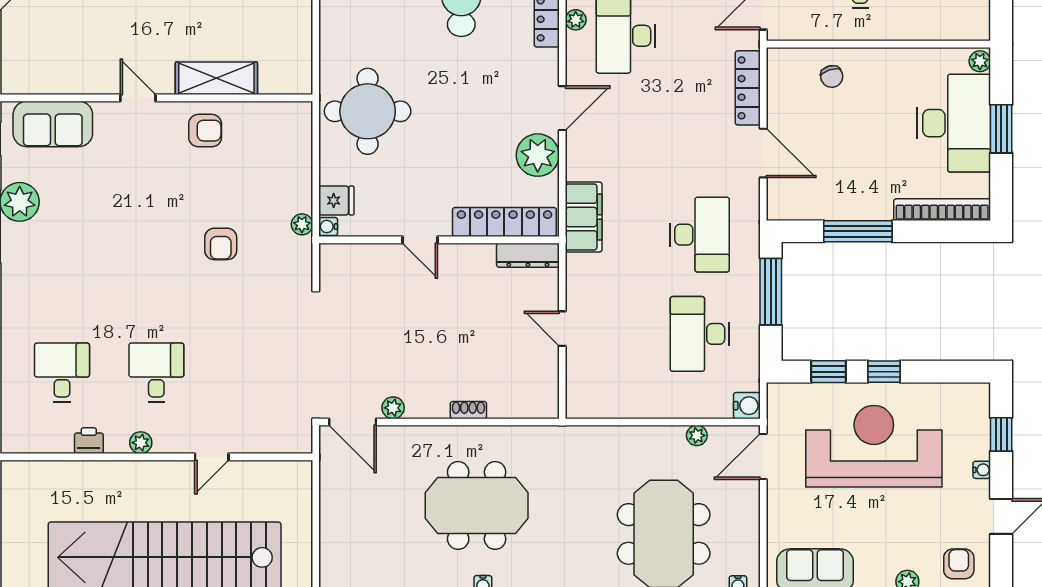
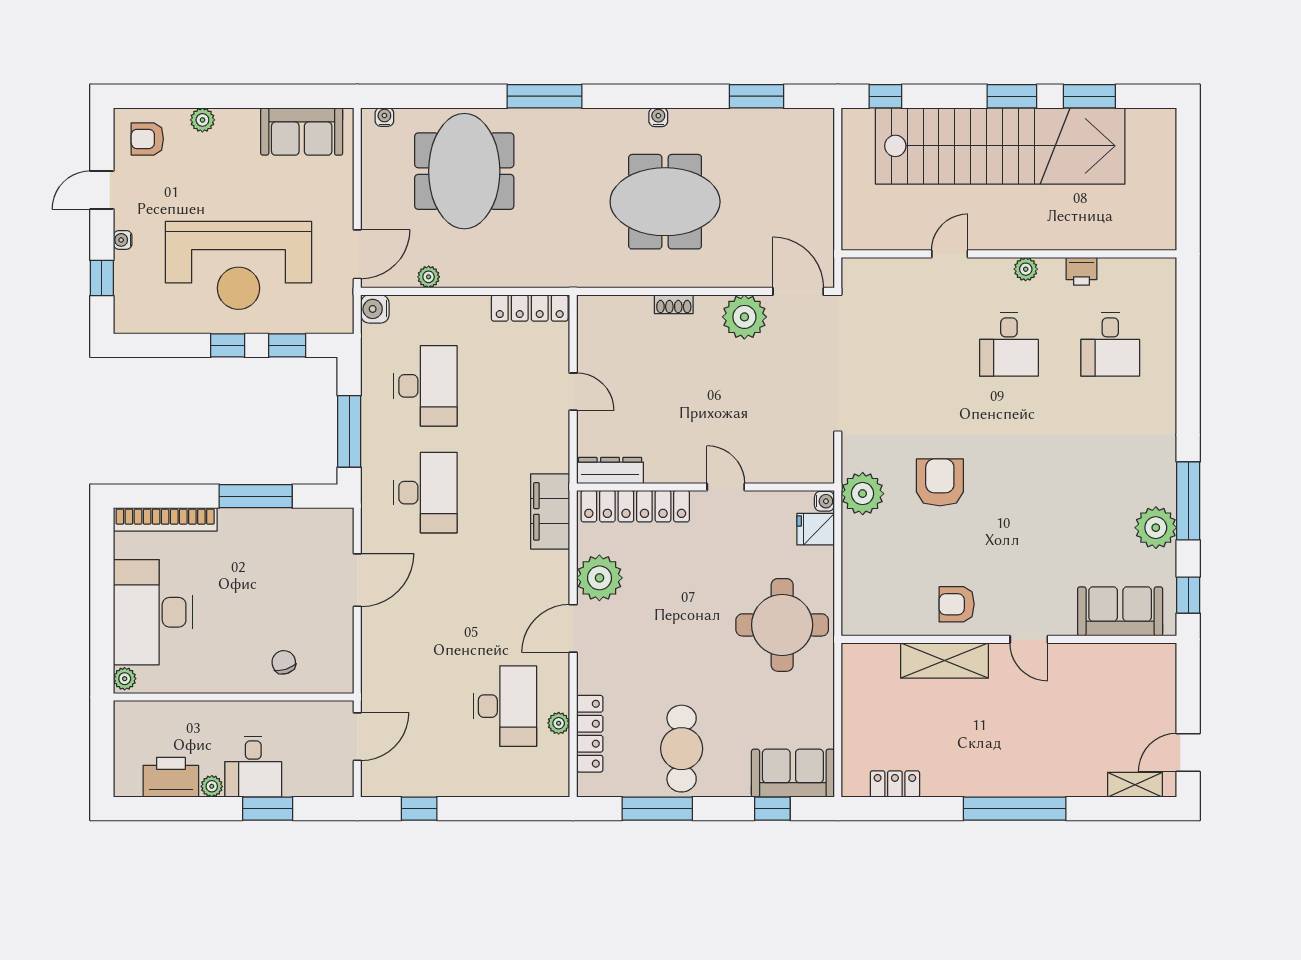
locker: (748, 88) -> (530, 308), moved, turned 90
window: (1001, 129) -> (102, 606), removed
door: (763, 153) -> (357, 580), swing flipped
plant: (302, 224) -> (863, 494), width x1.88, depth x1.88
desk: (700, 235) -> (425, 493), turned 180
armchair: (221, 244) -> (940, 482), width x1.38, depth x1.38
plant: (393, 408) -> (744, 317), width x1.88, depth x1.88
armchair: (959, 564) -> (147, 139), turned 90

